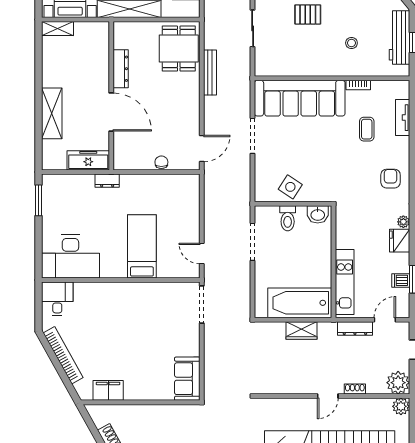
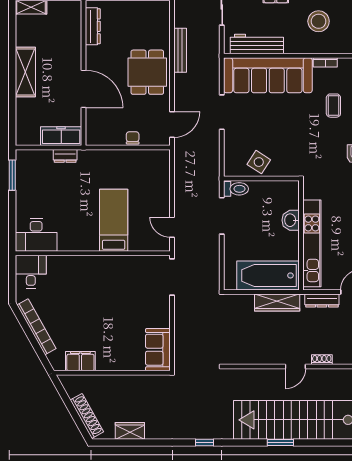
stool: (351, 43) -> (319, 21), width x1.89, depth x1.89
dining table: (179, 49) -> (147, 72), moved
workbench: (288, 66) -> (257, 44), added
dresser: (121, 69) -> (93, 26), moved
shelving: (52, 113) -> (25, 72), moved
dresser: (107, 181) -> (65, 156), moved
washbasin: (318, 214) -> (291, 220), moved, turned 90
toilet: (288, 218) -> (236, 189), moved, turned -90
desk: (70, 257) -> (36, 235), width x0.73, depth x0.77
kitchen unit: (345, 282) -> (312, 243), width x1.36
wardrobe: (301, 331) -> (277, 303), width x1.50

